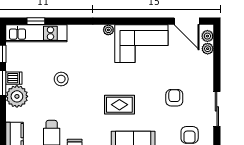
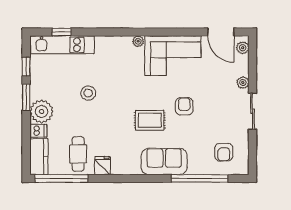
plant: (208, 49) -> (243, 83), moved
dishwasher: (14, 78) -> (38, 131), moved
armchair: (174, 98) -> (184, 106), moved
sliding door: (217, 109) -> (253, 111), moved

